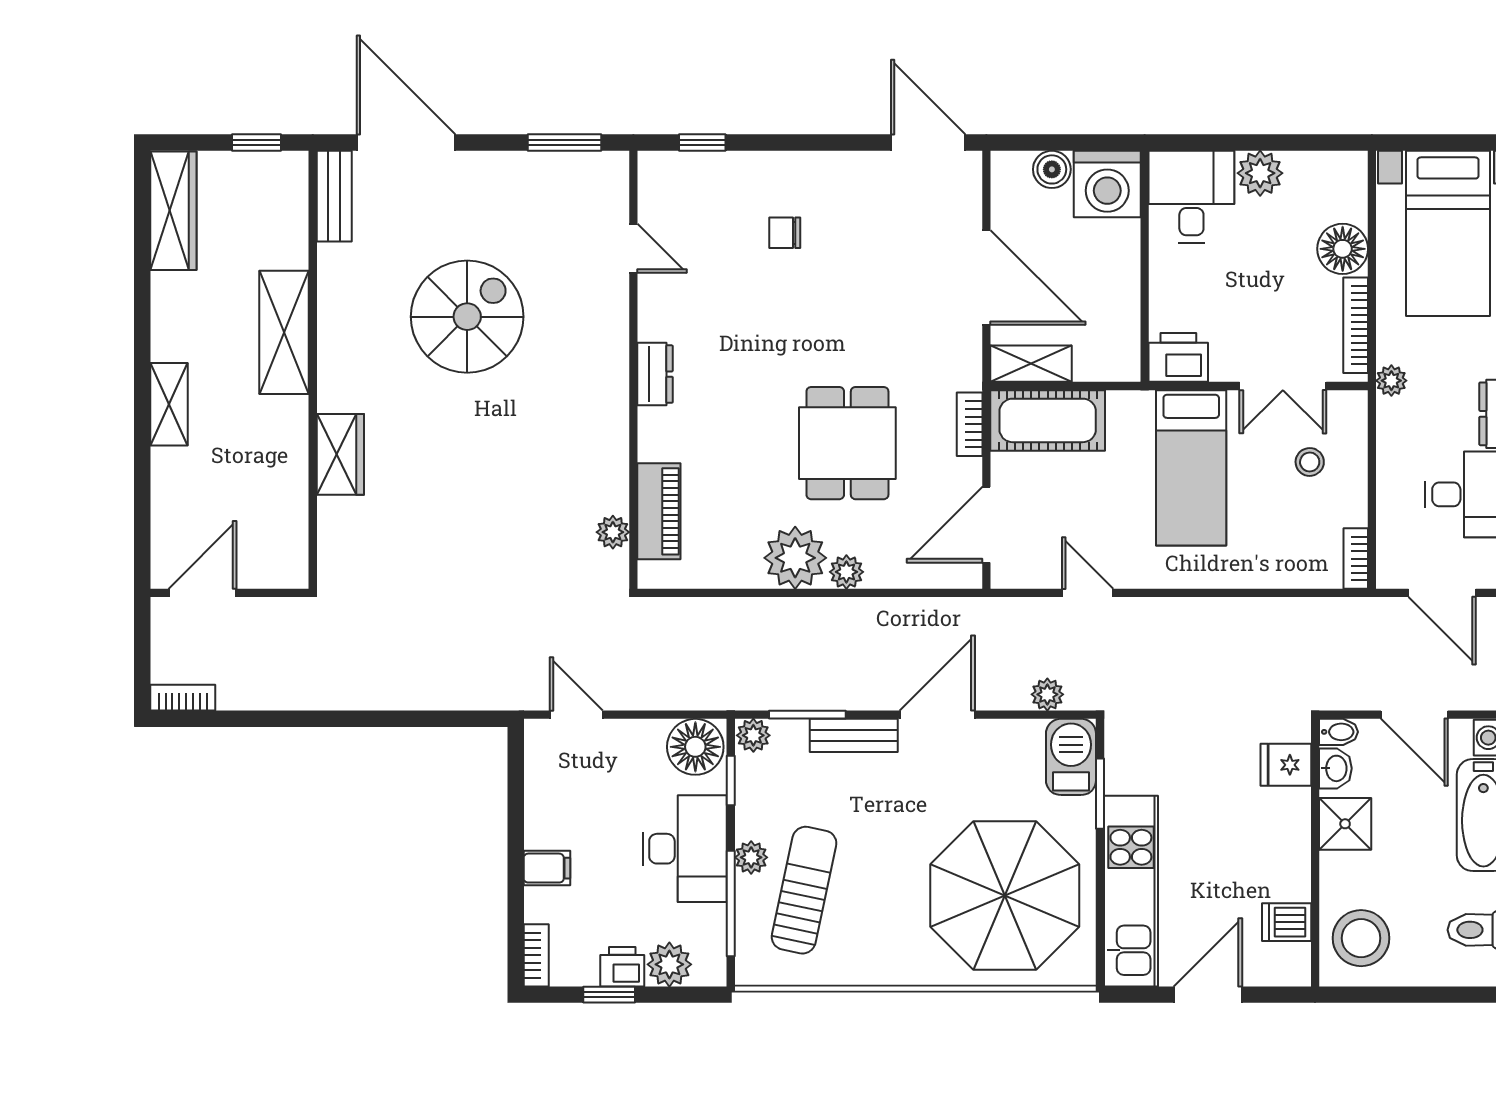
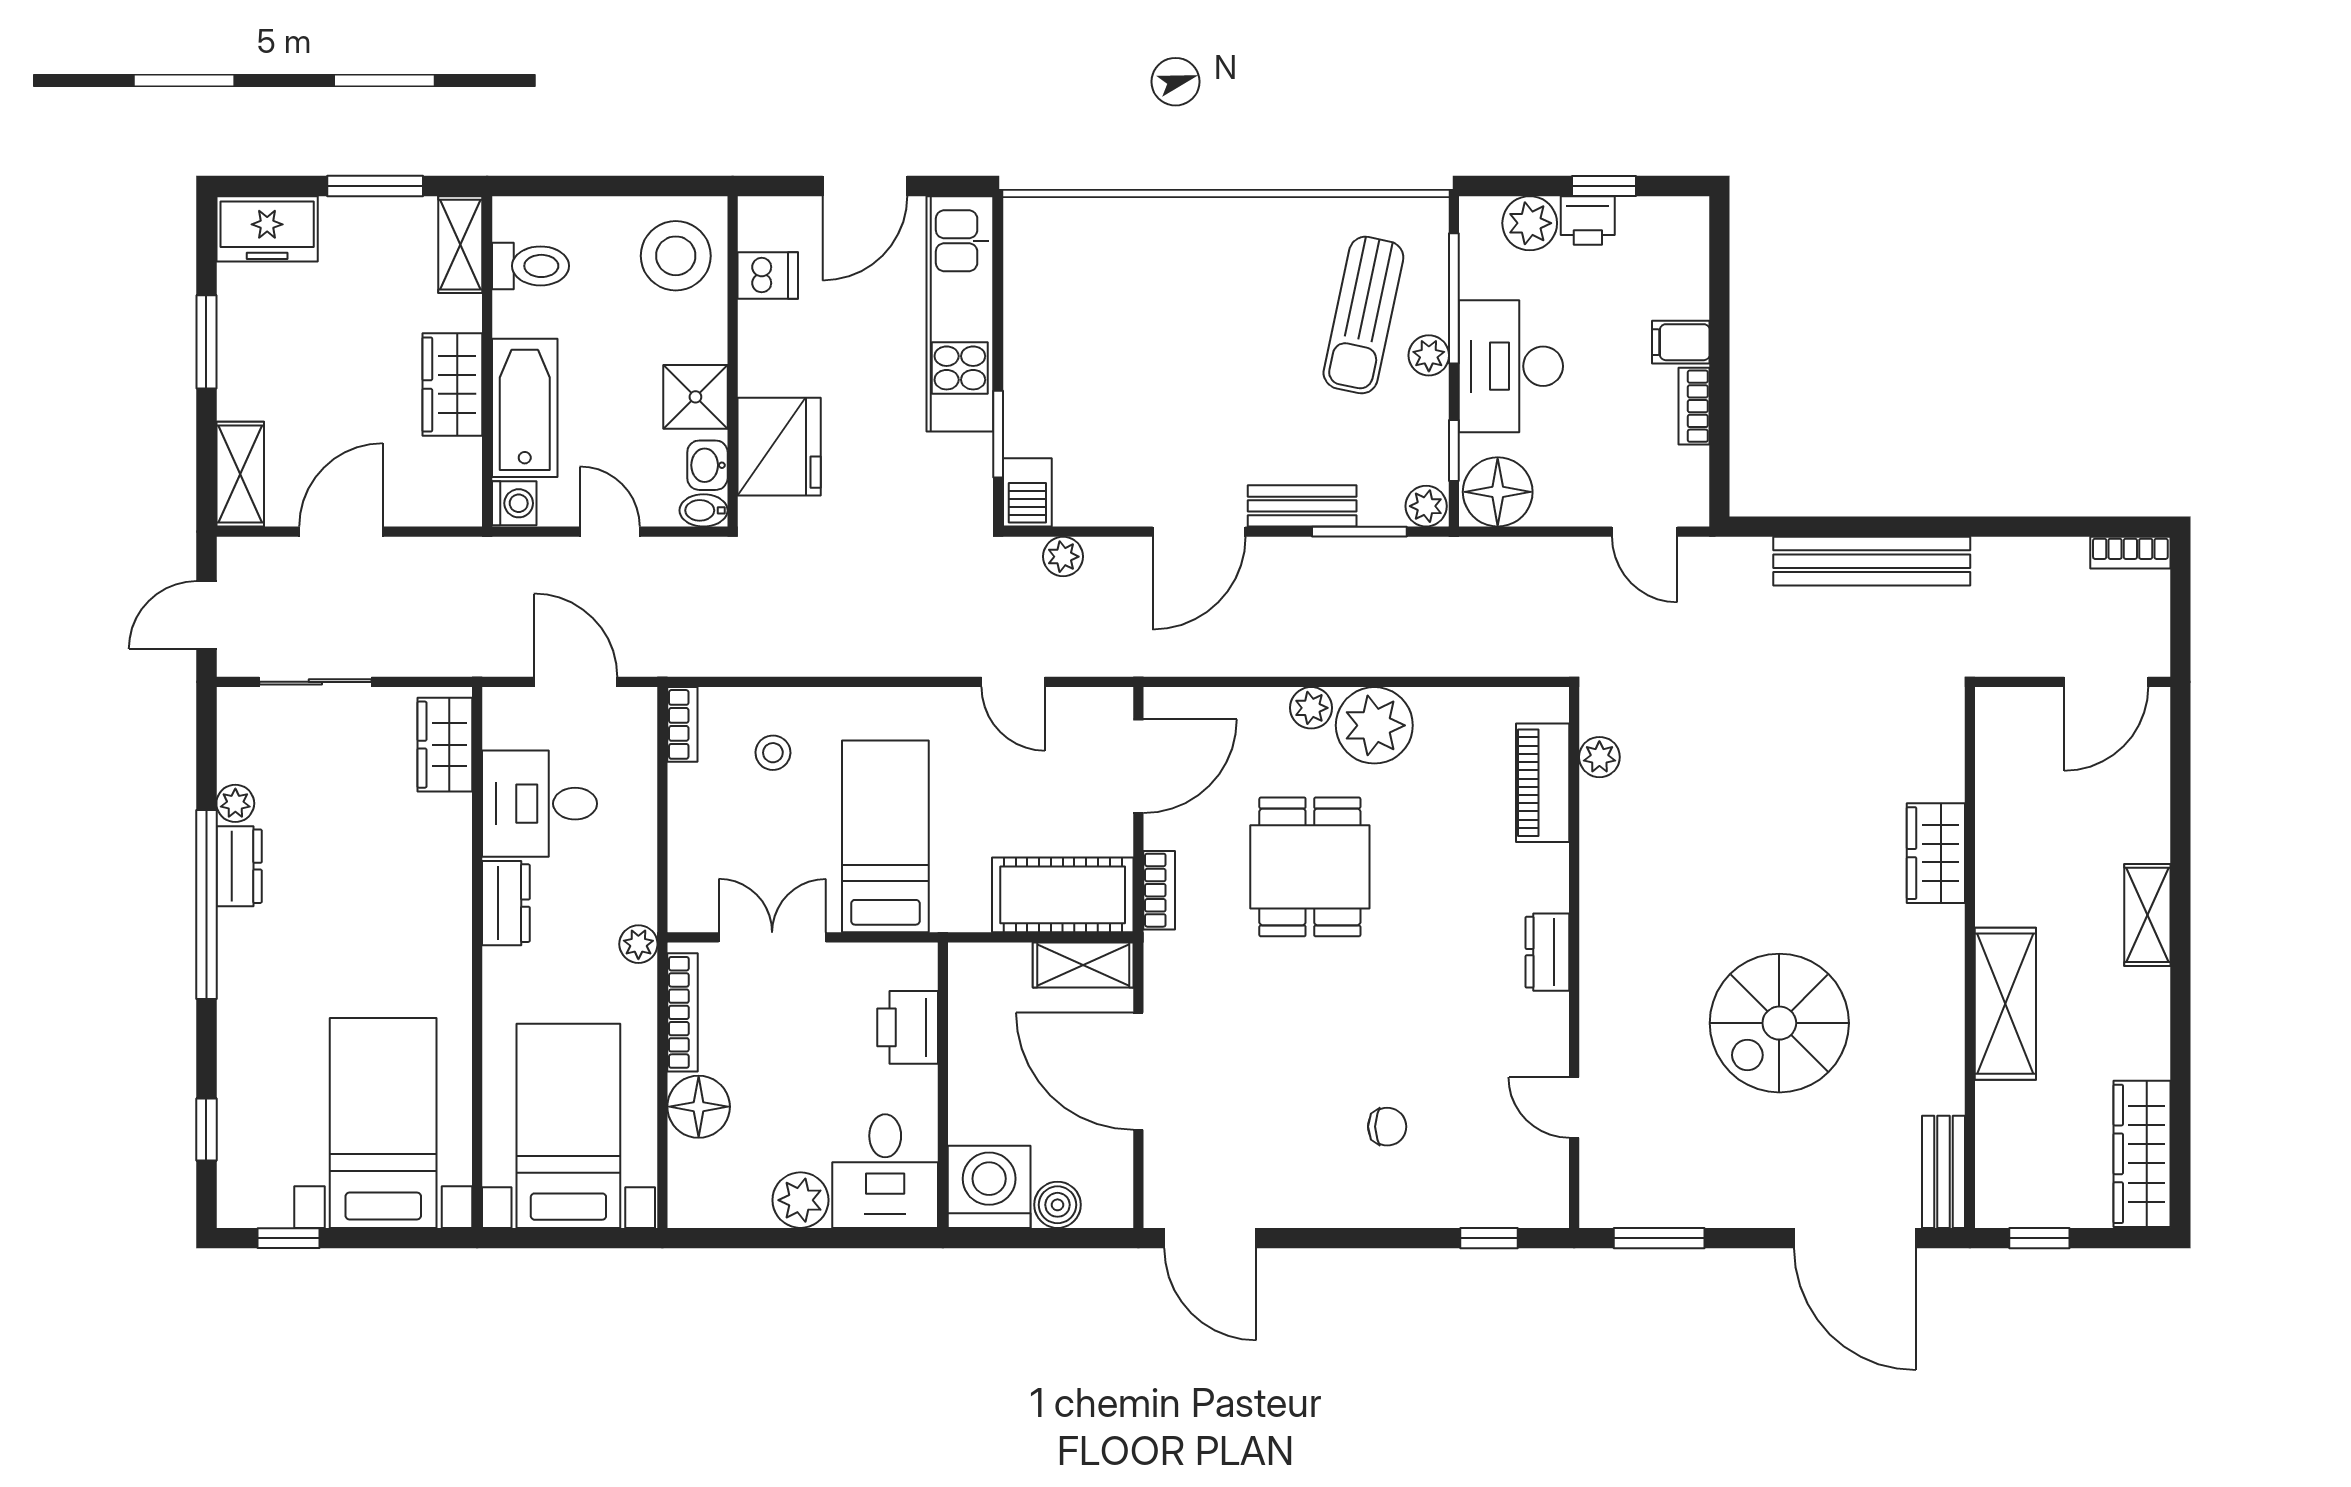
printer: (1178, 357) -> (908, 1027), moved, turned 90
stool: (1310, 462) -> (773, 753), moved
bench: (392, 691) -> (1872, 561), added
door: (1414, 715) -> (610, 532), width x0.73
barbecue: (1071, 757) -> (1027, 492), width x0.73, depth x0.79
fridge: (1286, 765) -> (779, 447), width x1.88, depth x1.34
parasol: (1005, 896) -> (1116, 308), removed
bookcase: (536, 955) -> (1694, 406), moved

